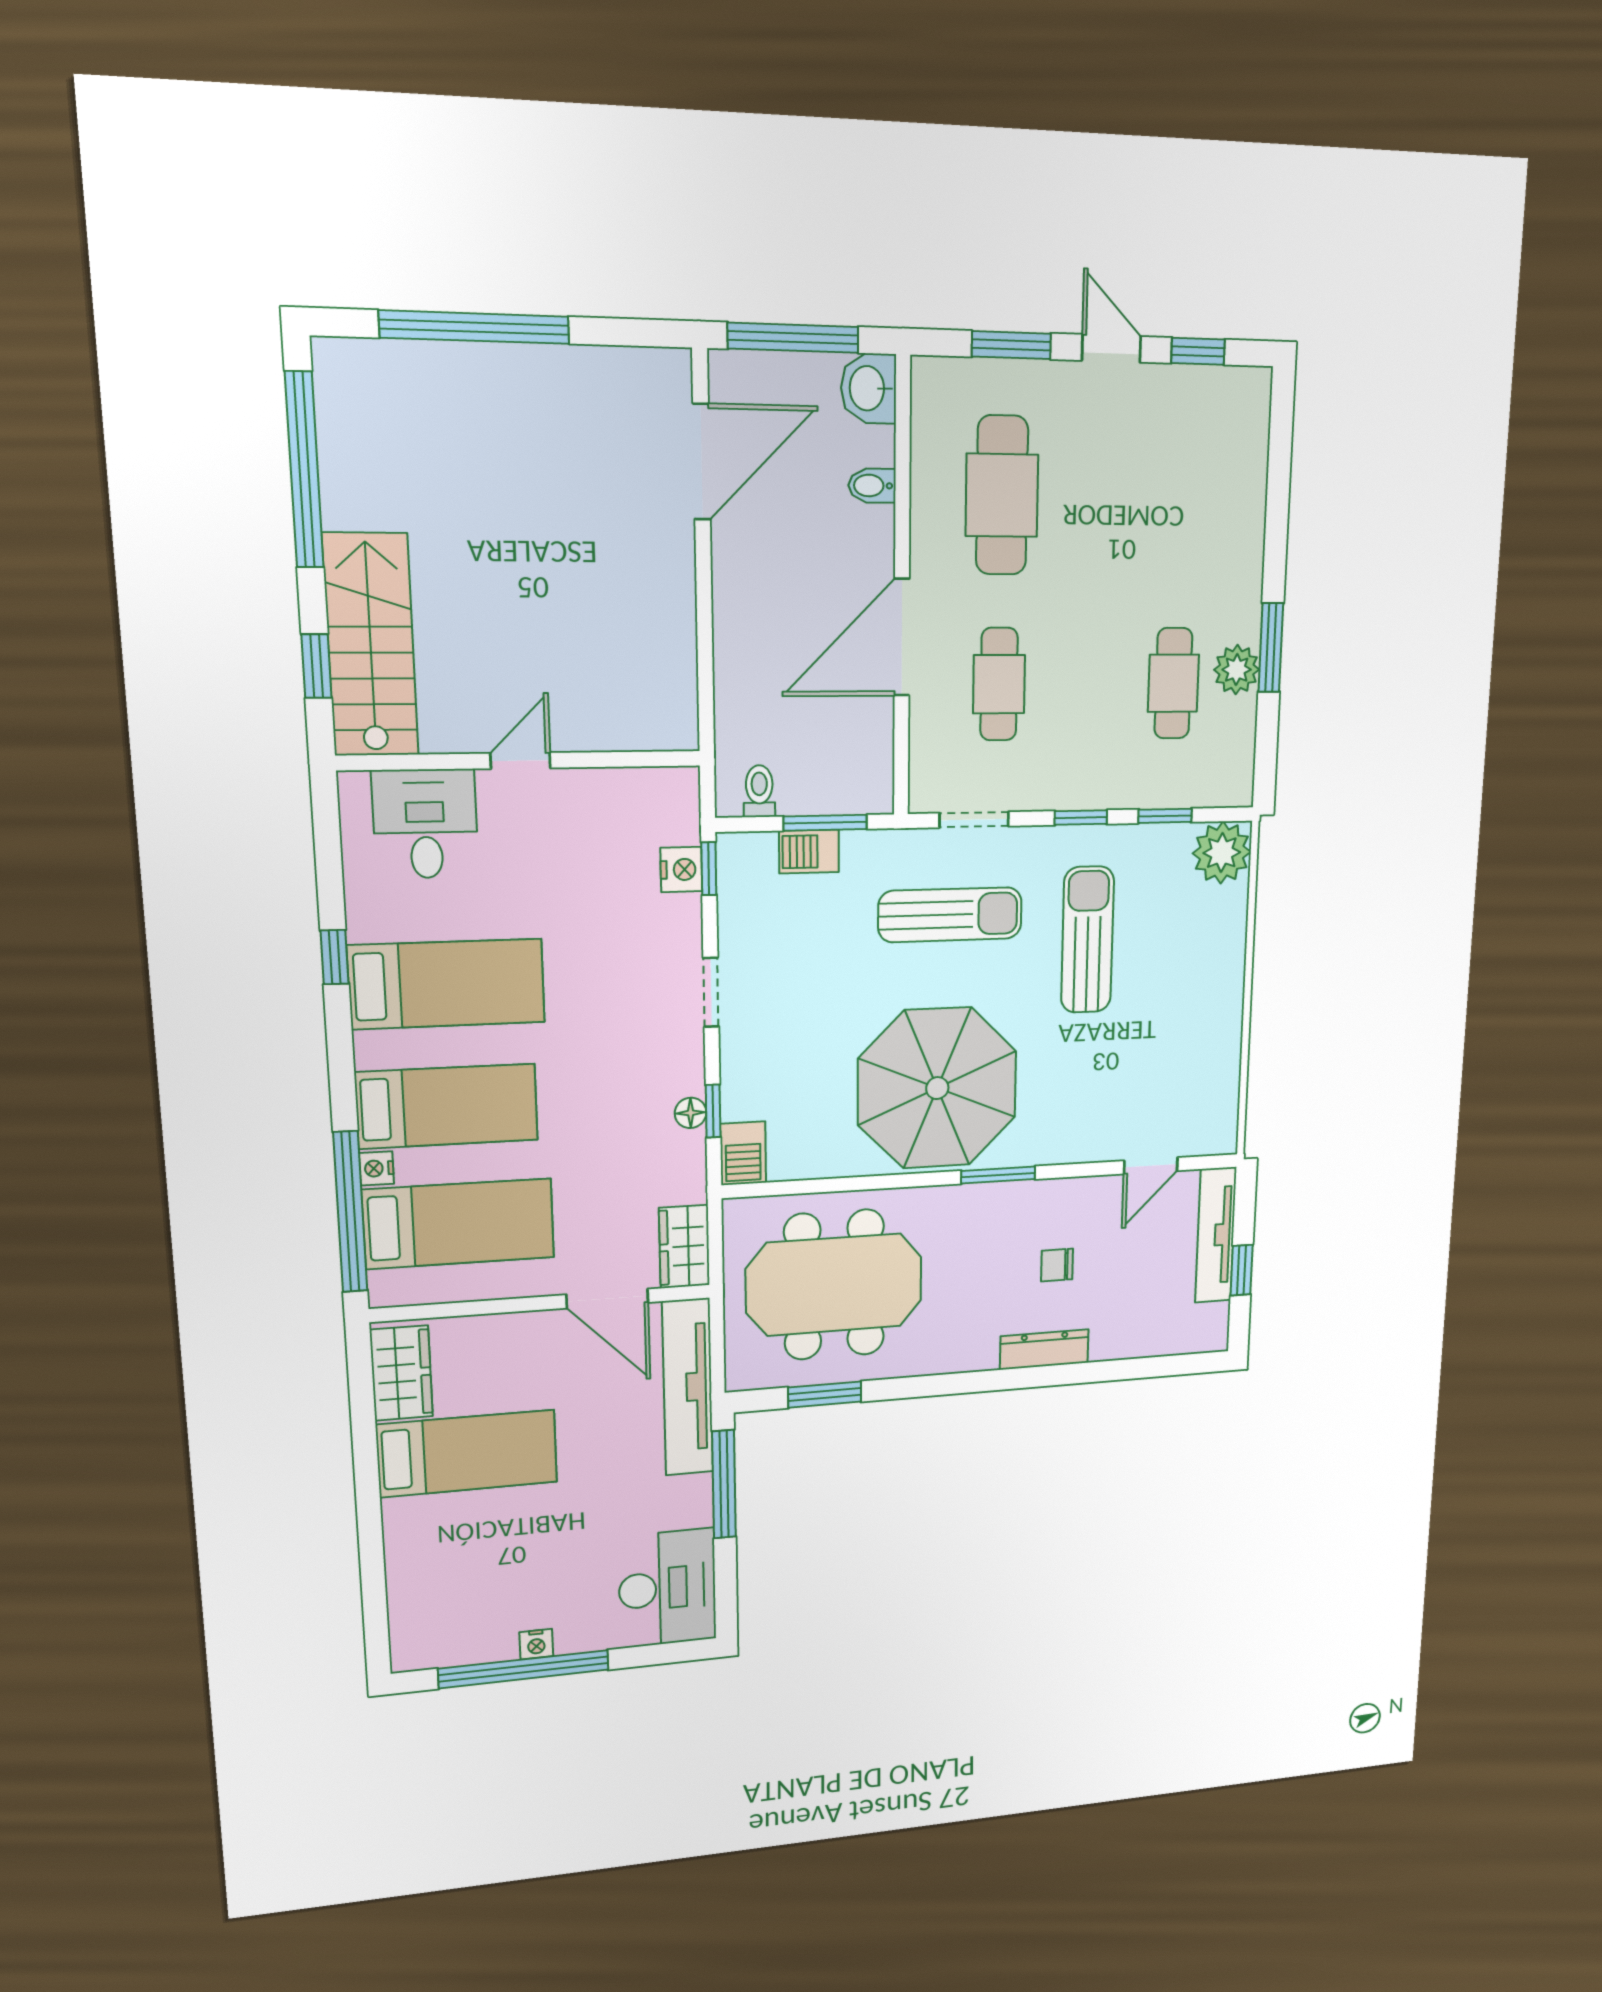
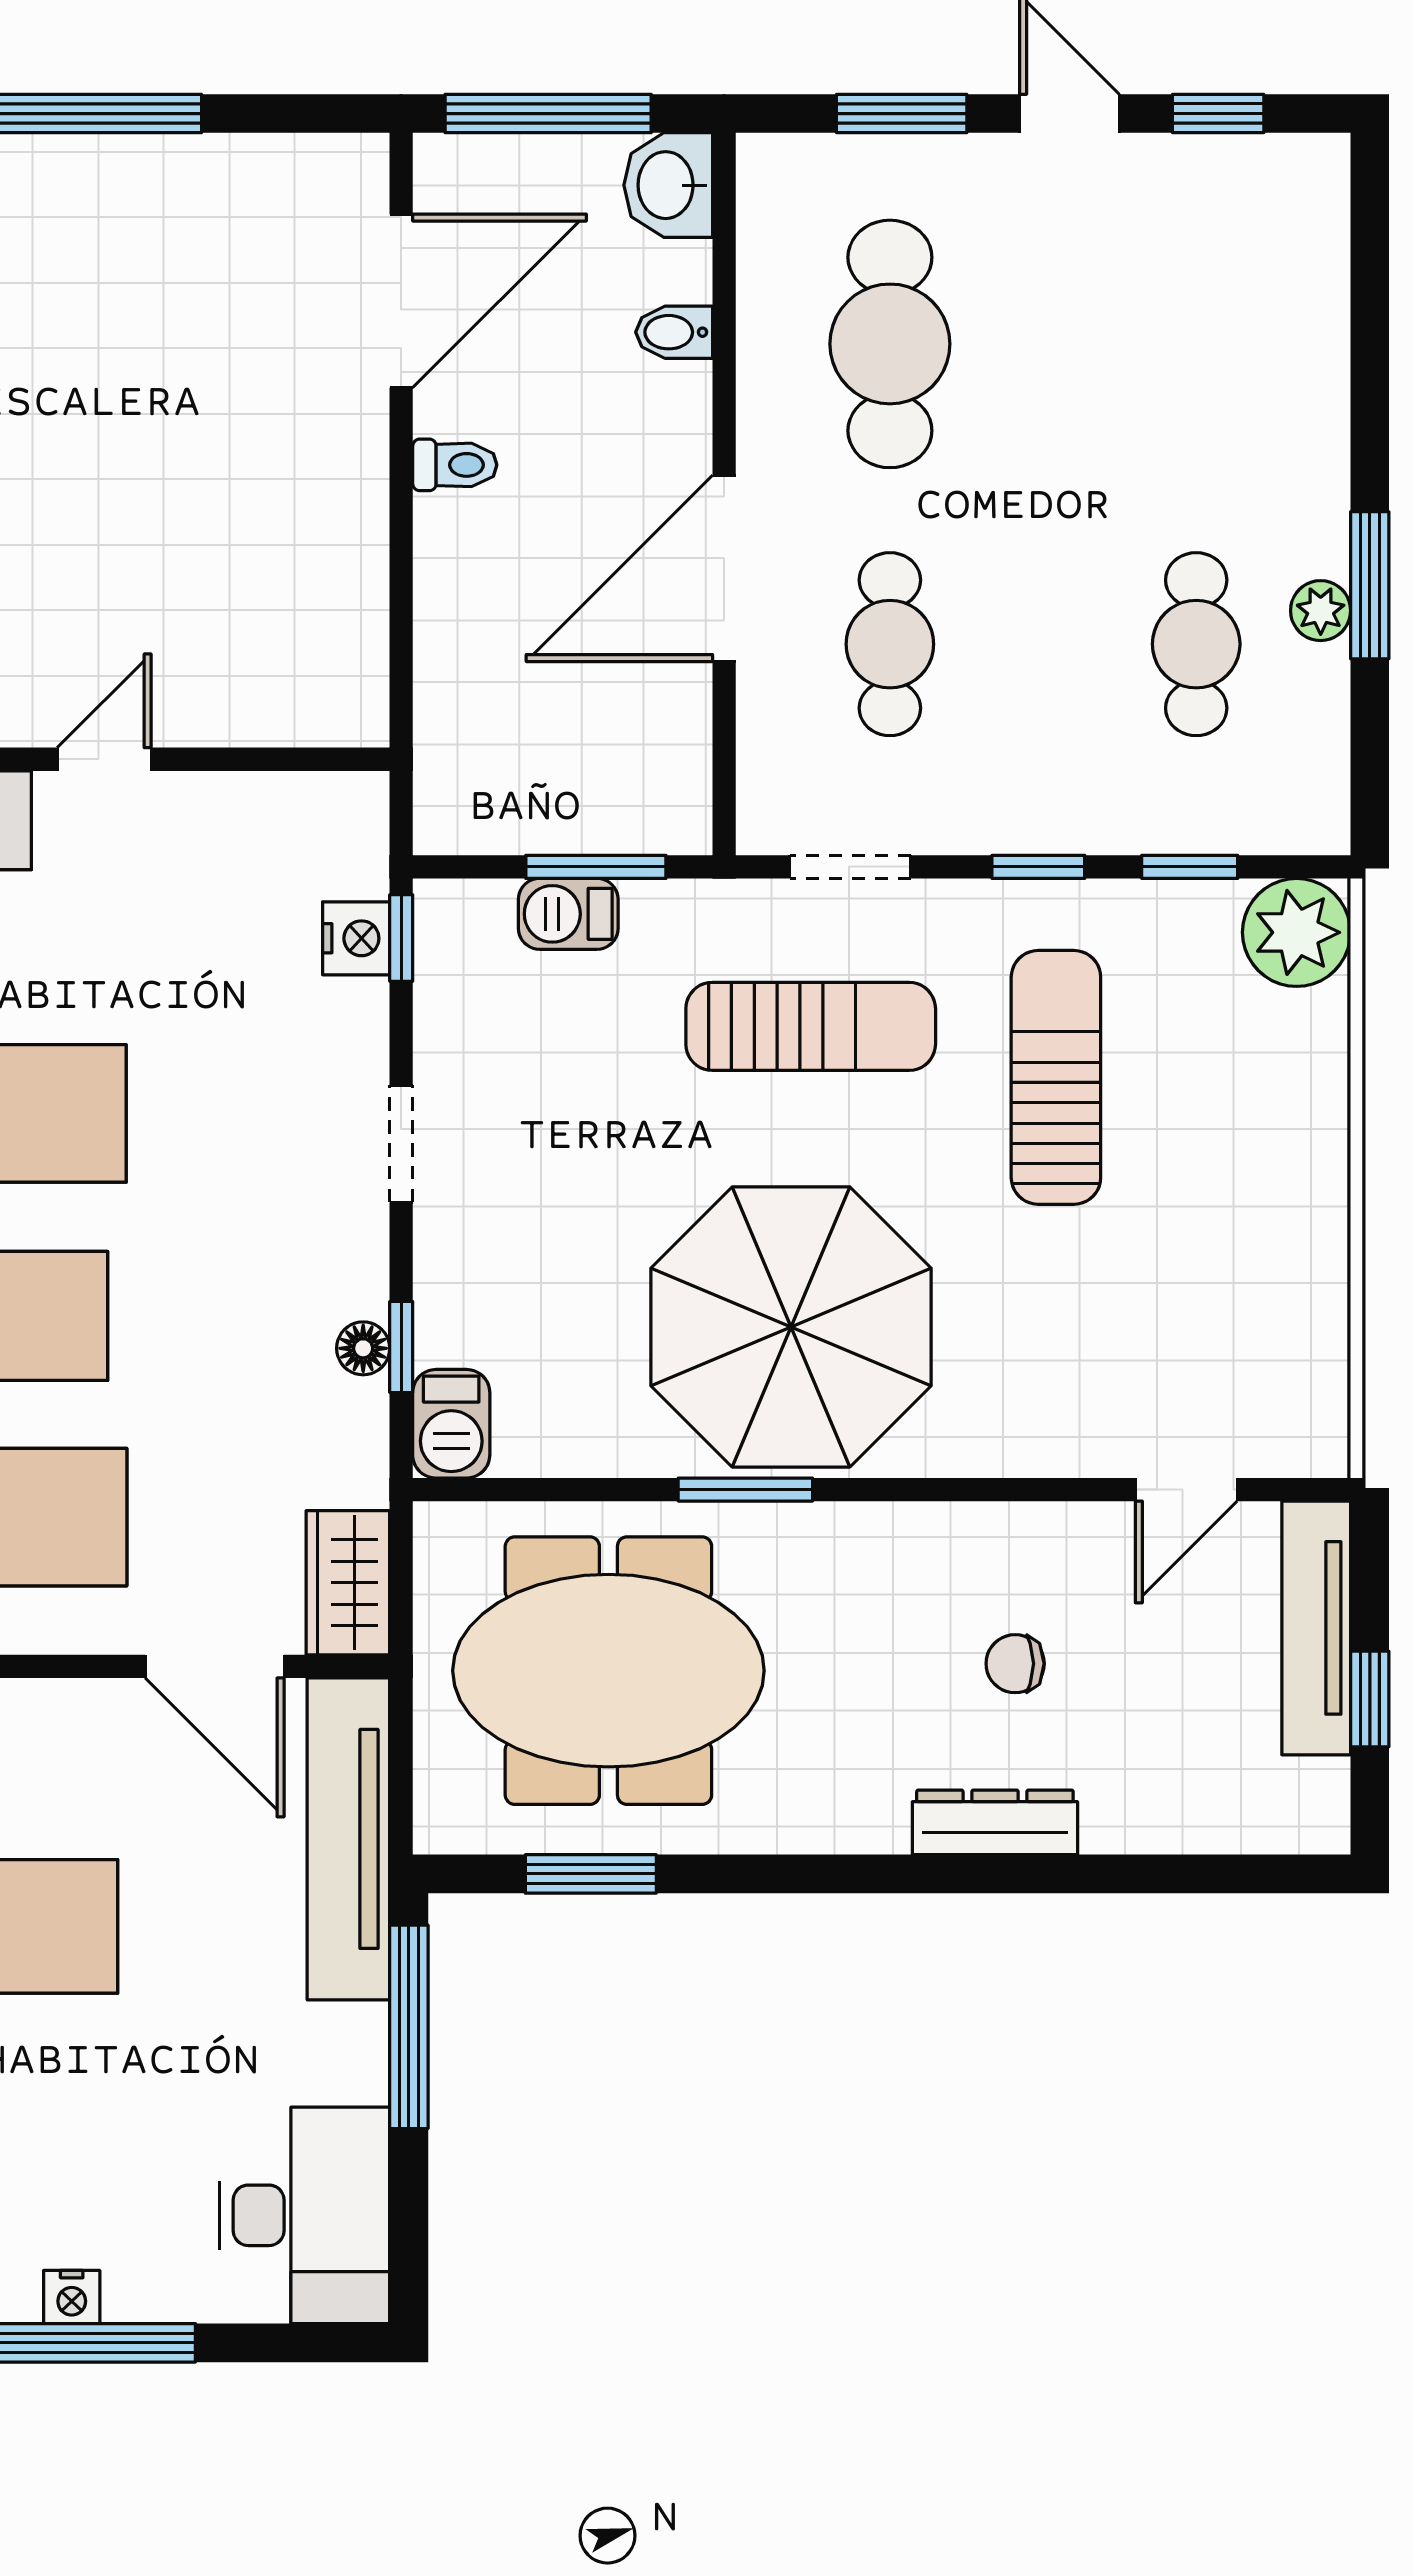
plant: (1237, 670) -> (1321, 611), width x0.73, depth x0.73
toilet: (759, 791) -> (455, 465), moved, turned 90
window: (998, 1175) -> (745, 1490), moved

